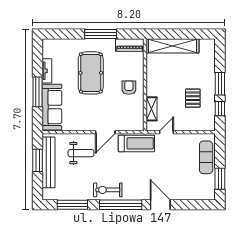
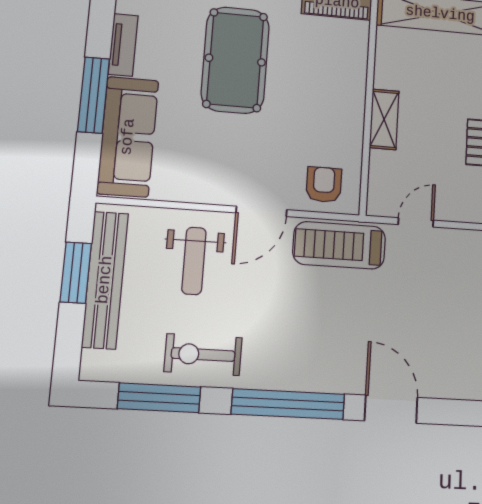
armchair: (129, 88) -> (324, 185), moved
shelving: (152, 109) -> (384, 119), moved
treadmill: (136, 143) -> (339, 245), turned 180
weight bench: (81, 153) -> (194, 261), turned 90
exercise bike: (108, 190) -> (203, 355), moved

